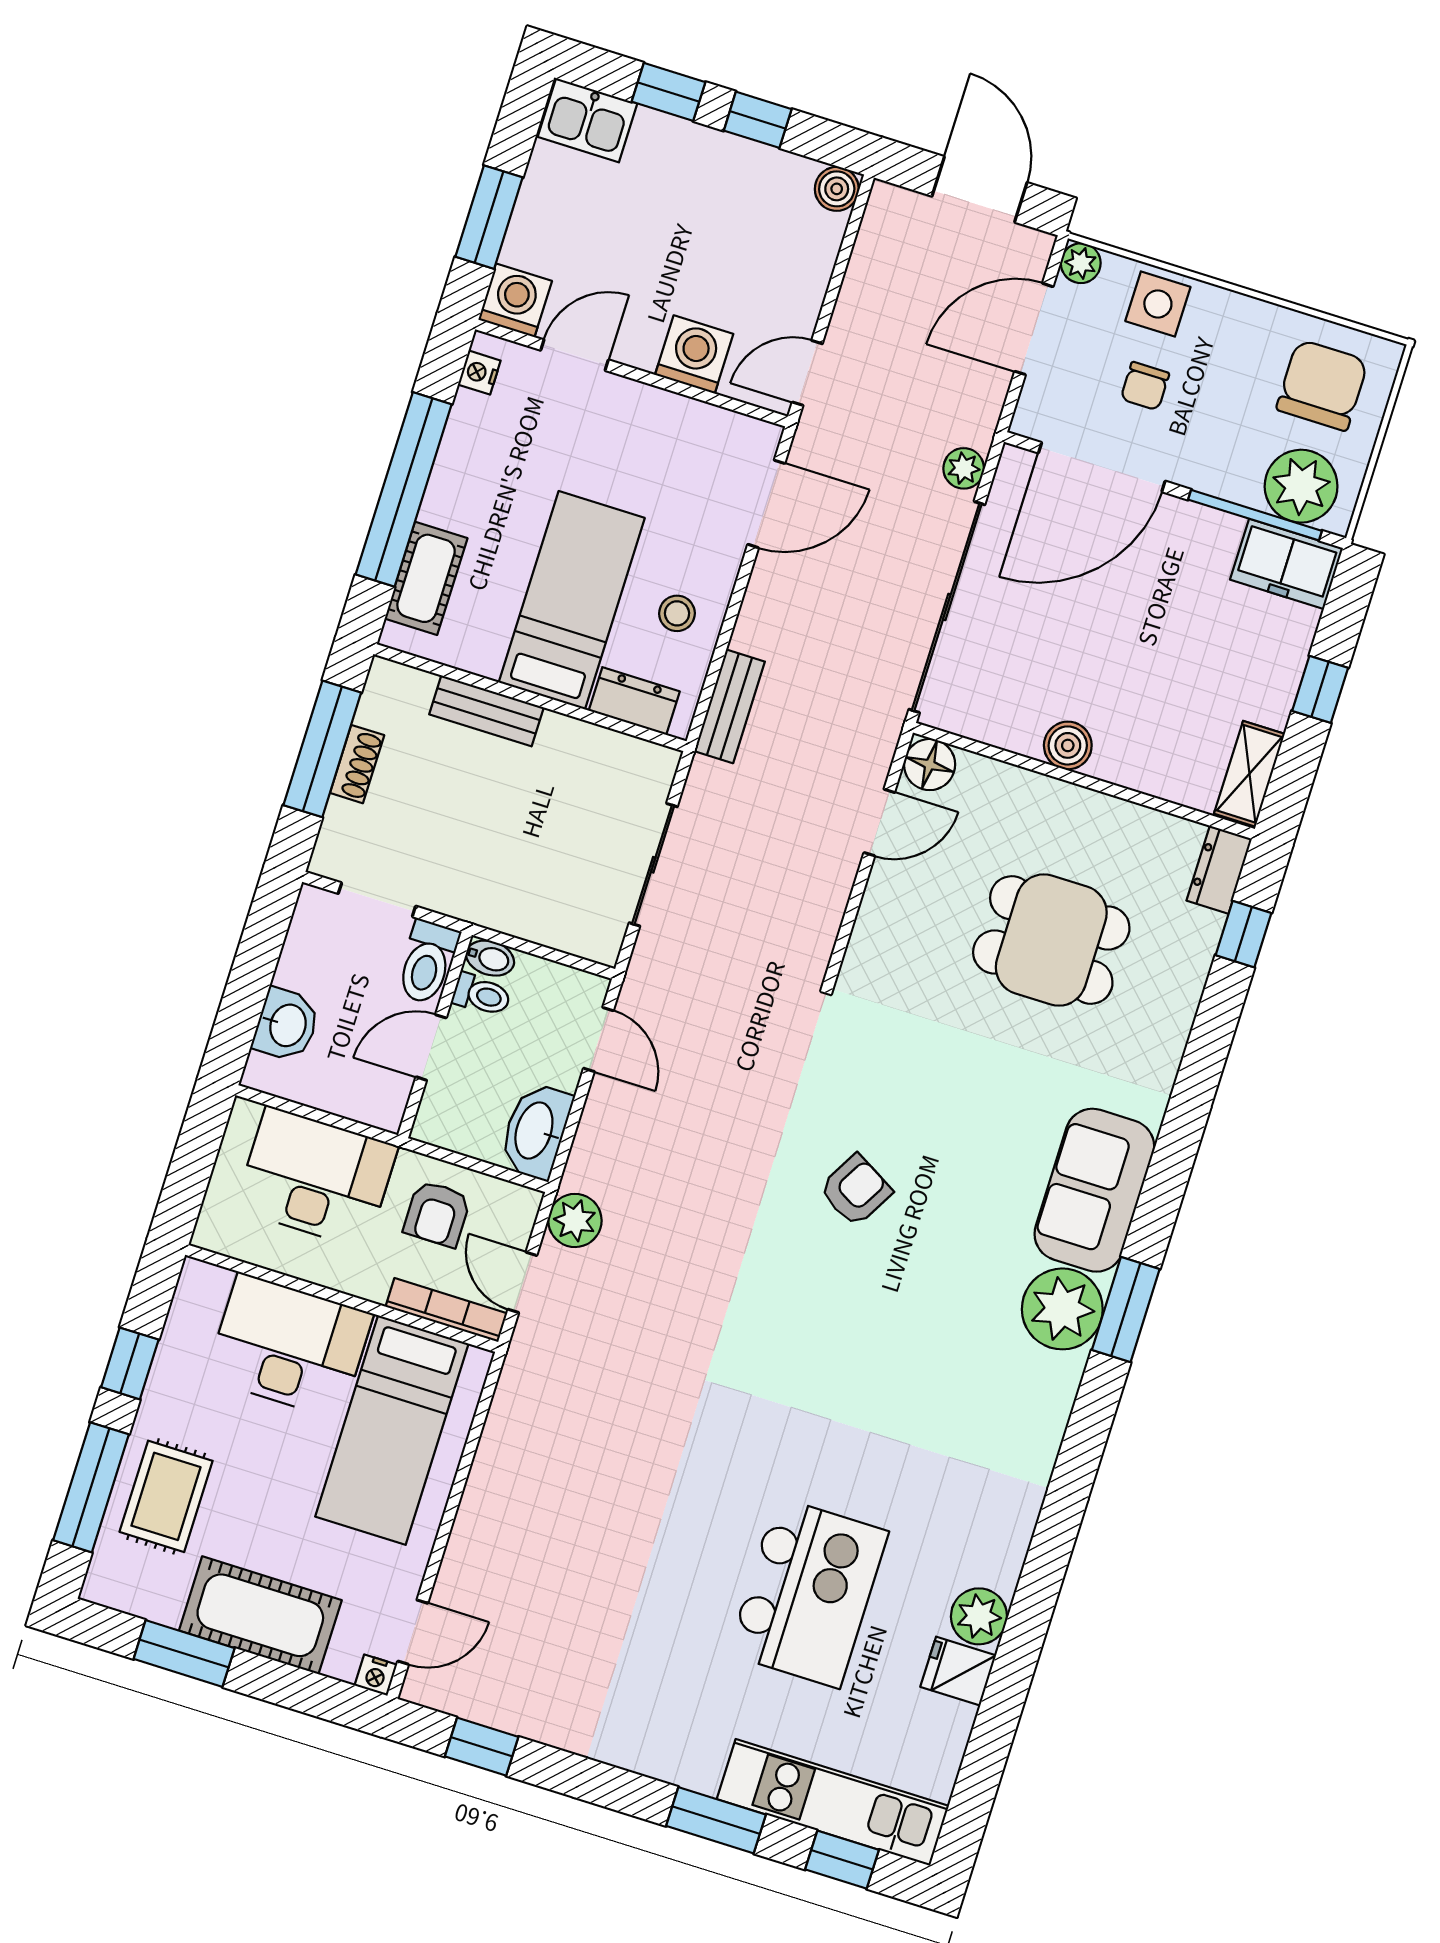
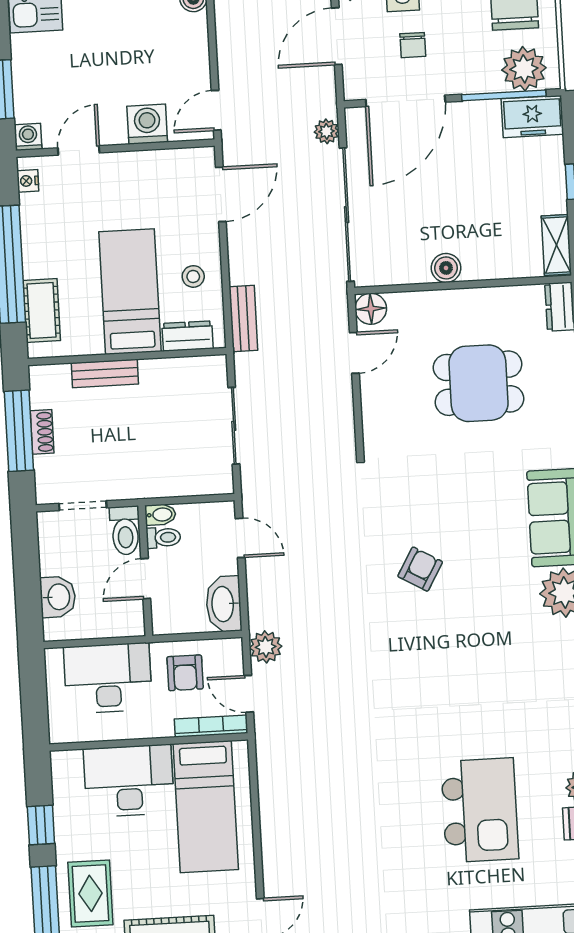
washing machine: (515, 300) -> (28, 137), width x0.73, depth x0.73

